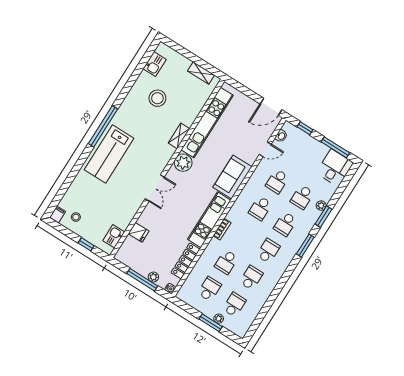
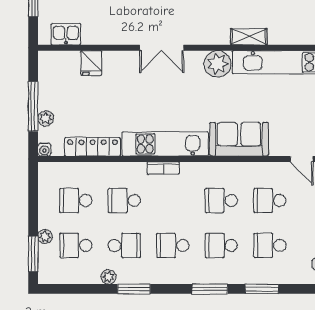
plant: (321, 206) -> (108, 277), moved
school desk: (268, 251) -> (173, 245), turned 180
window: (279, 288) -> (134, 289), added
school desk: (209, 289) -> (76, 201), turned 180
school desk: (234, 305) -> (76, 245), turned 180
window: (211, 323) -> (33, 254), moved

